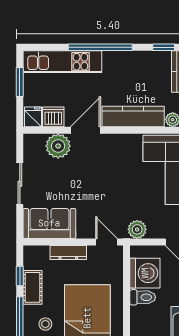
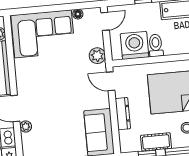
plant: (58, 146) -> (26, 126), width x0.53, depth x0.53
door: (107, 242) -> (111, 81), hinge flipped

